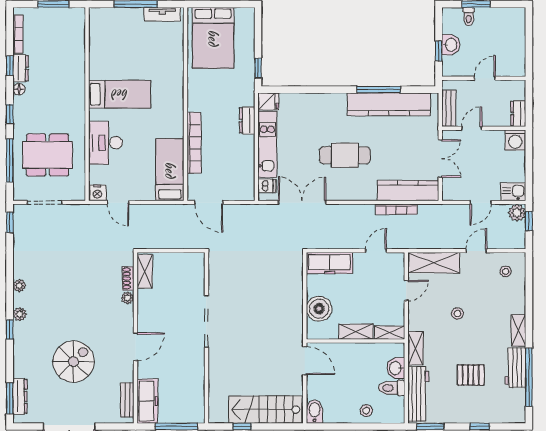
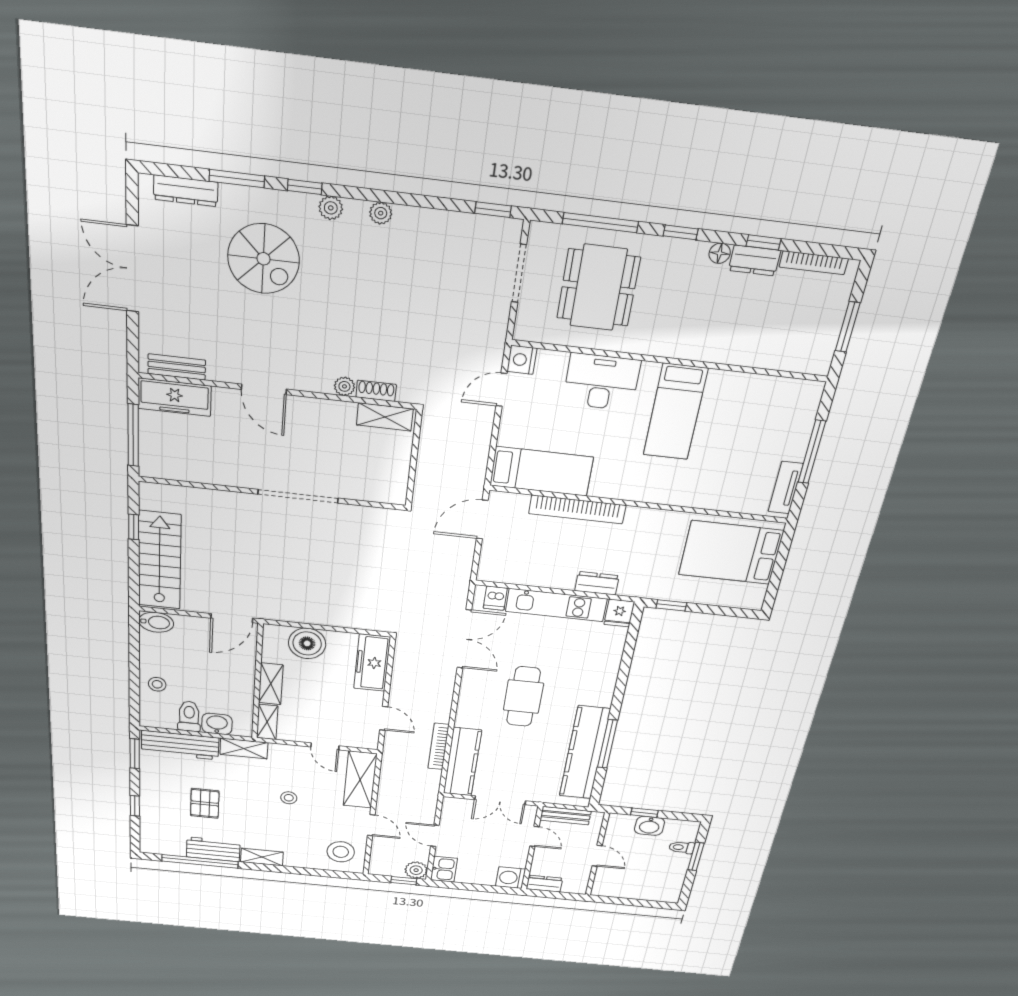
stool: (506, 271) -> (341, 852), width x1.89, depth x1.89
spiral stairs: (73, 362) -> (263, 259), moved
window: (10, 398) -> (237, 179), moved

